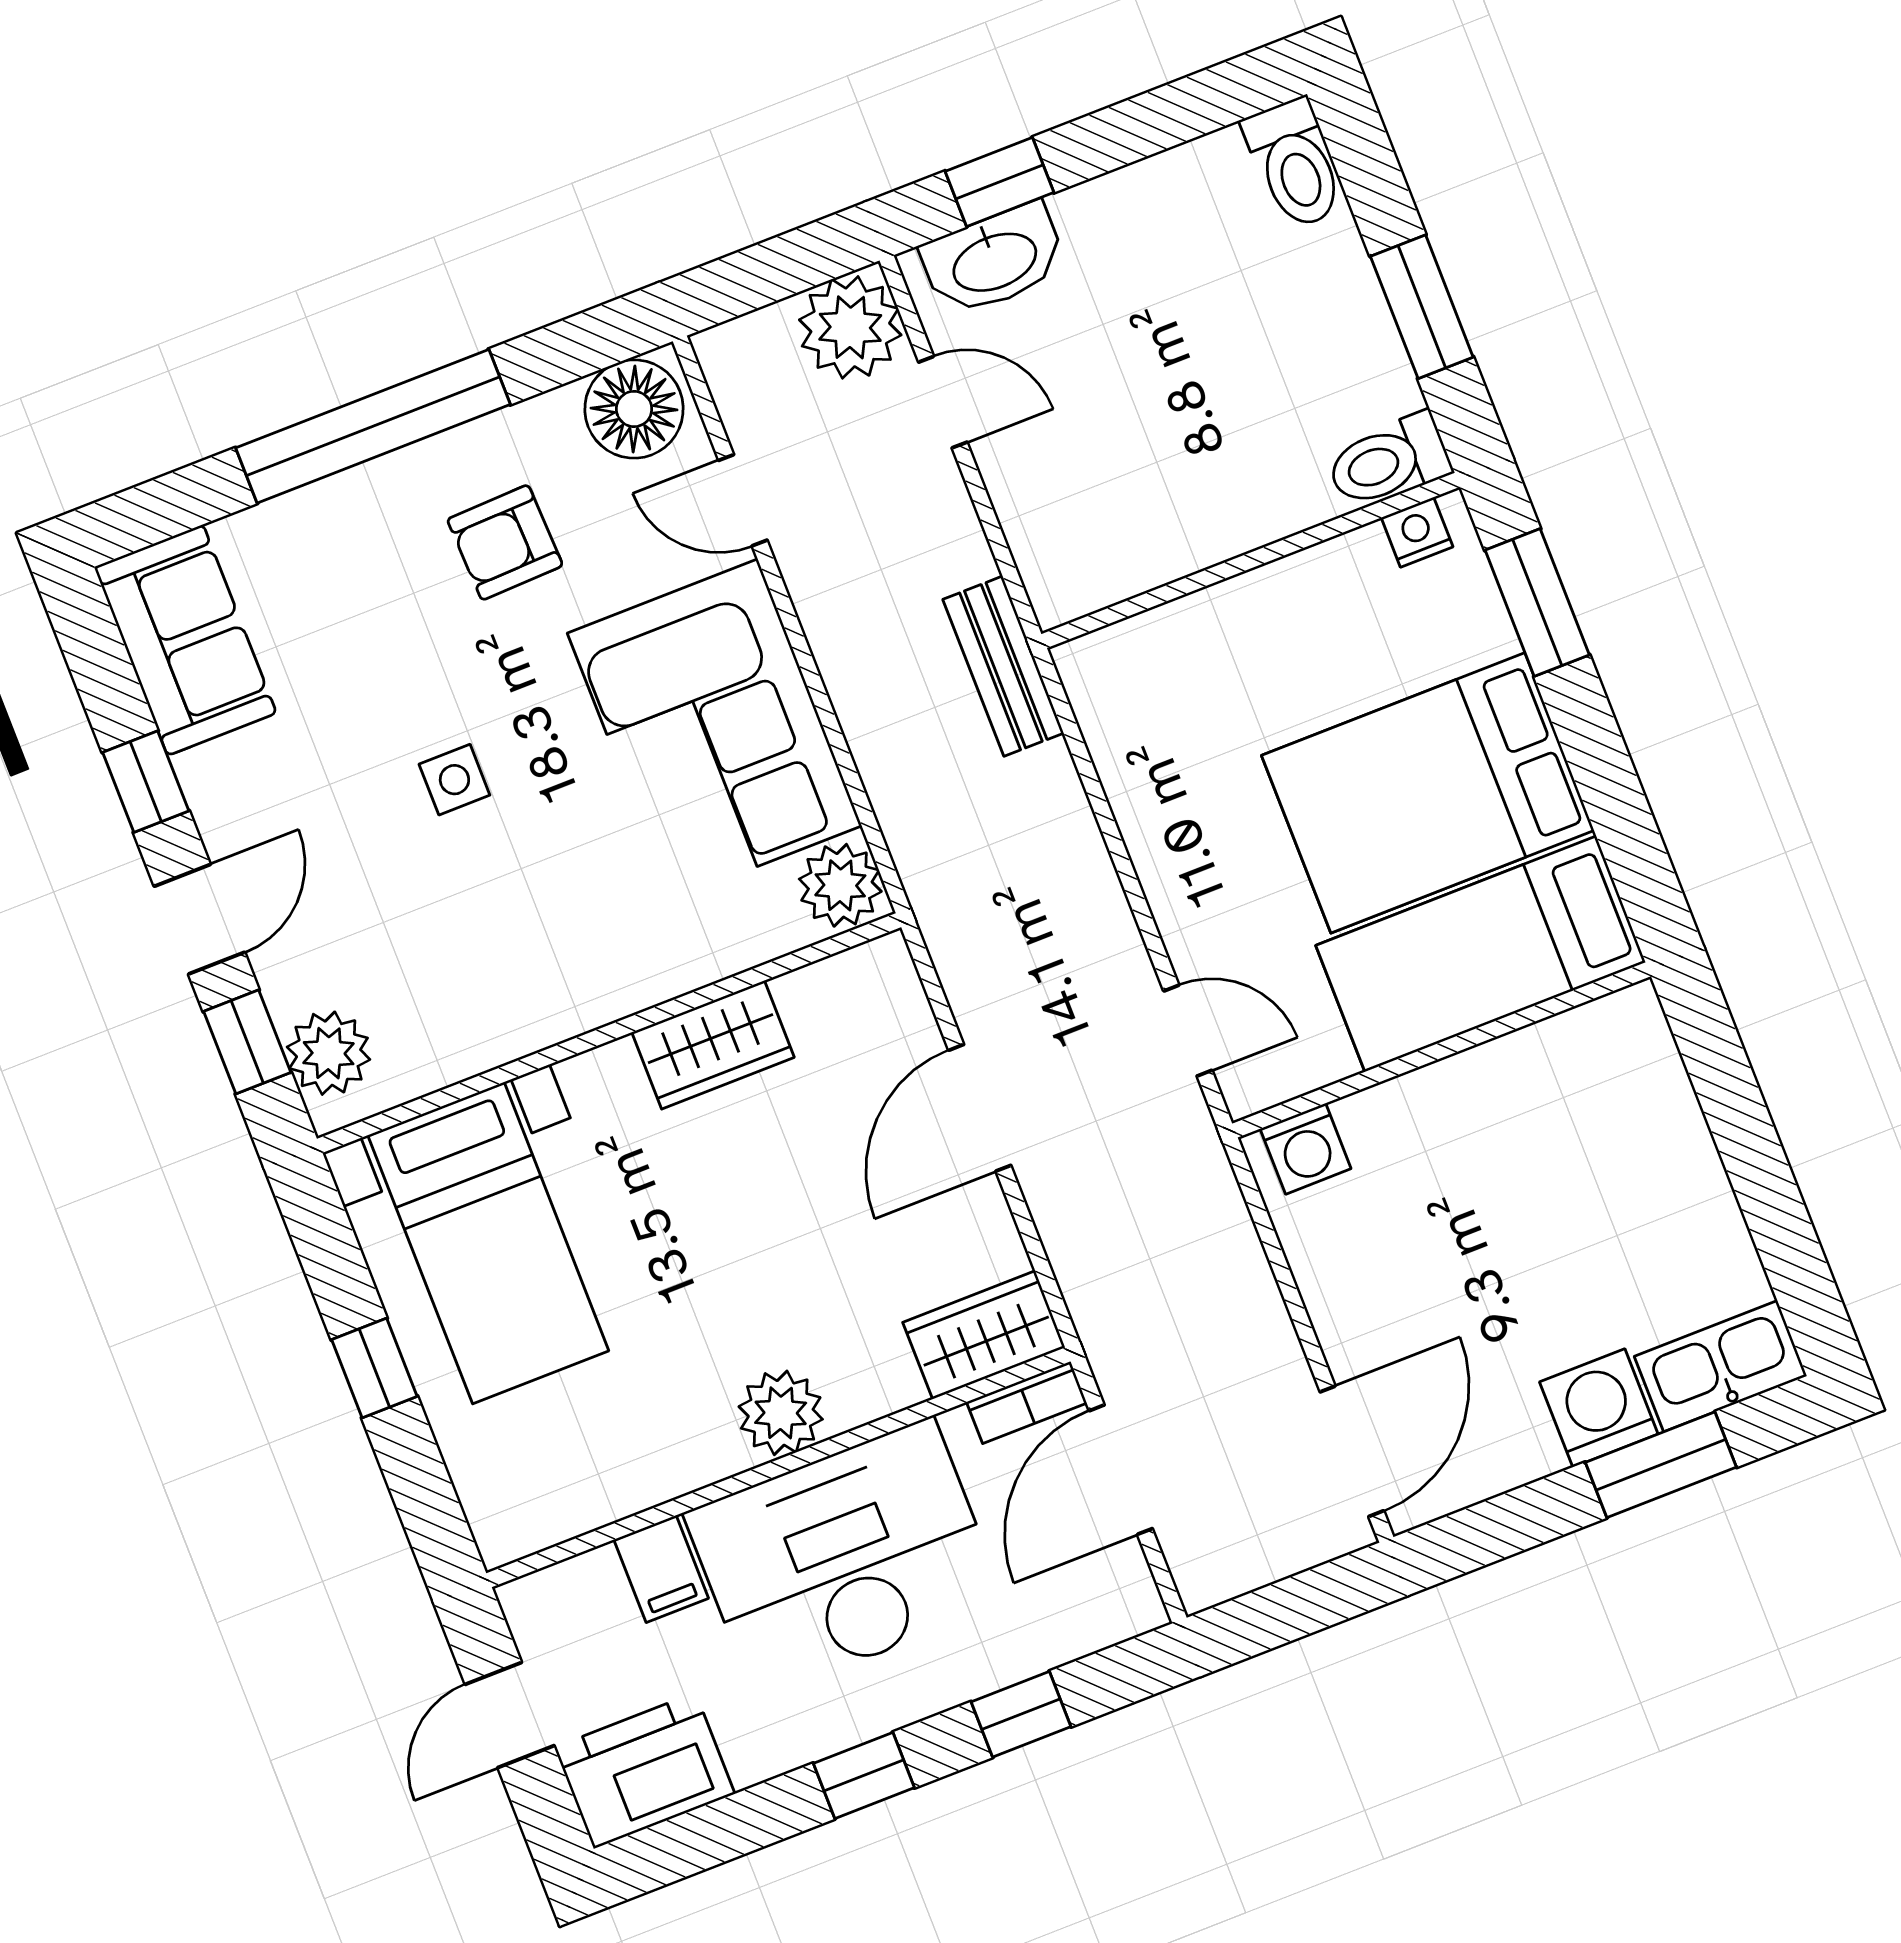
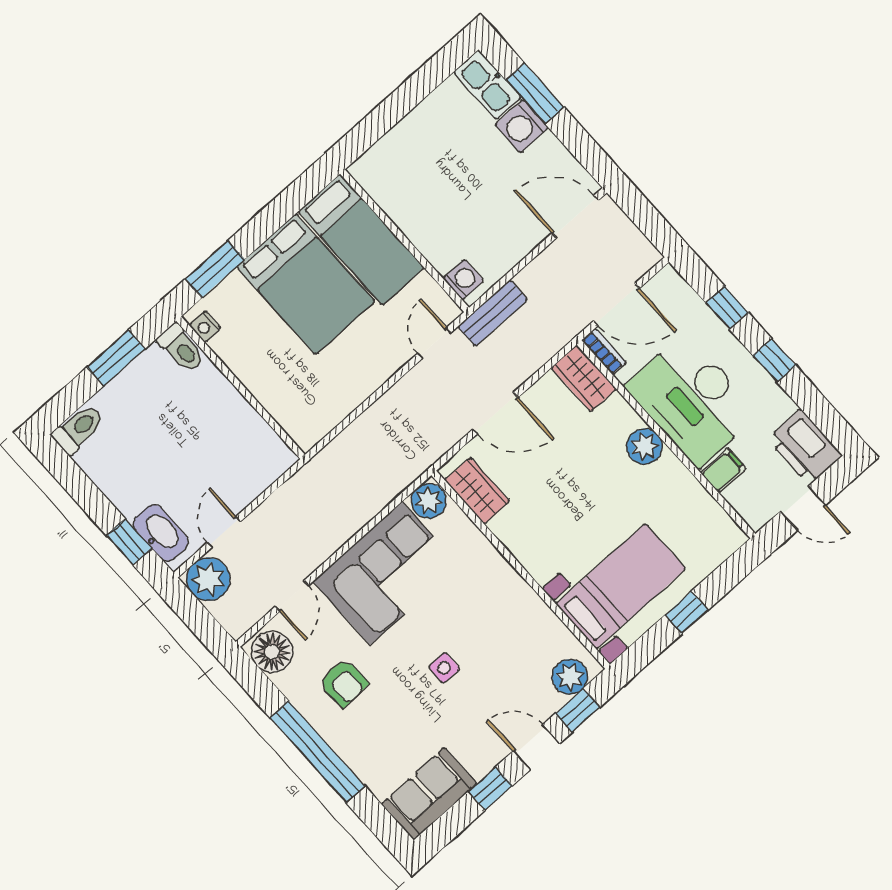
bench: (1003, 666) -> (493, 313), moved
wardrobe: (713, 1045) -> (477, 491), moved

